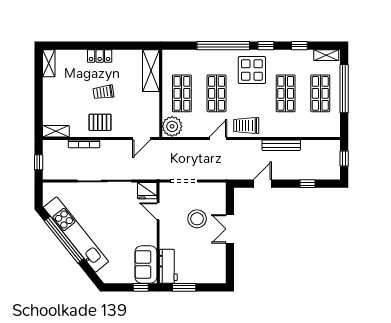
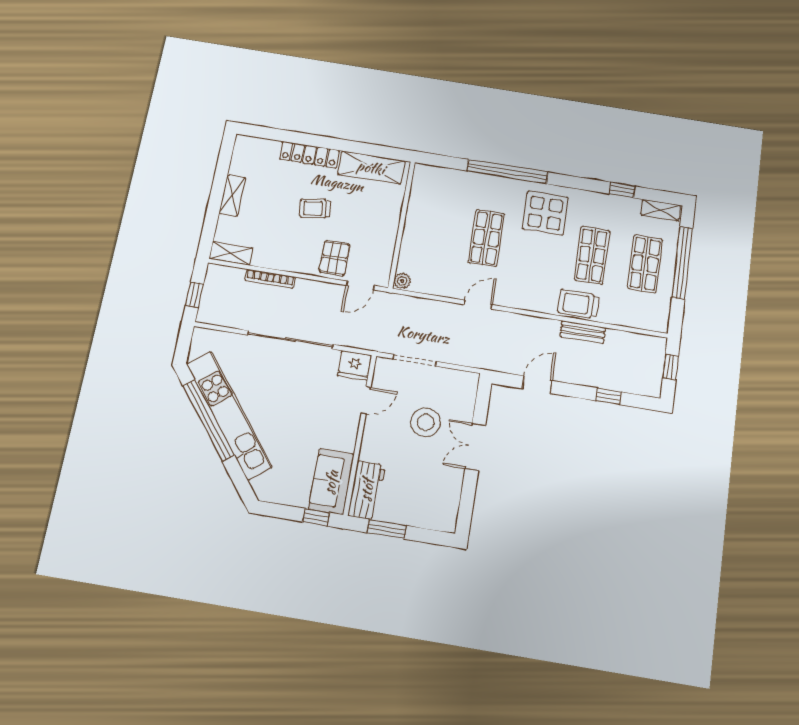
window: (266, 46) -> (571, 182), removed
locker: (100, 56) -> (309, 155), width x1.53
shelving: (49, 63) -> (232, 195), moved
shelving: (151, 71) -> (371, 168), moved, turned 90
shop shelf: (182, 93) -> (434, 229), removed
pallet: (100, 122) -> (334, 258), moved, turned 90
plant: (172, 126) -> (402, 281), width x0.53, depth x0.53
trolley: (246, 126) -> (579, 304), moved
bench: (281, 145) -> (583, 332), width x0.73
door: (158, 211) -> (366, 400), swing flipped

